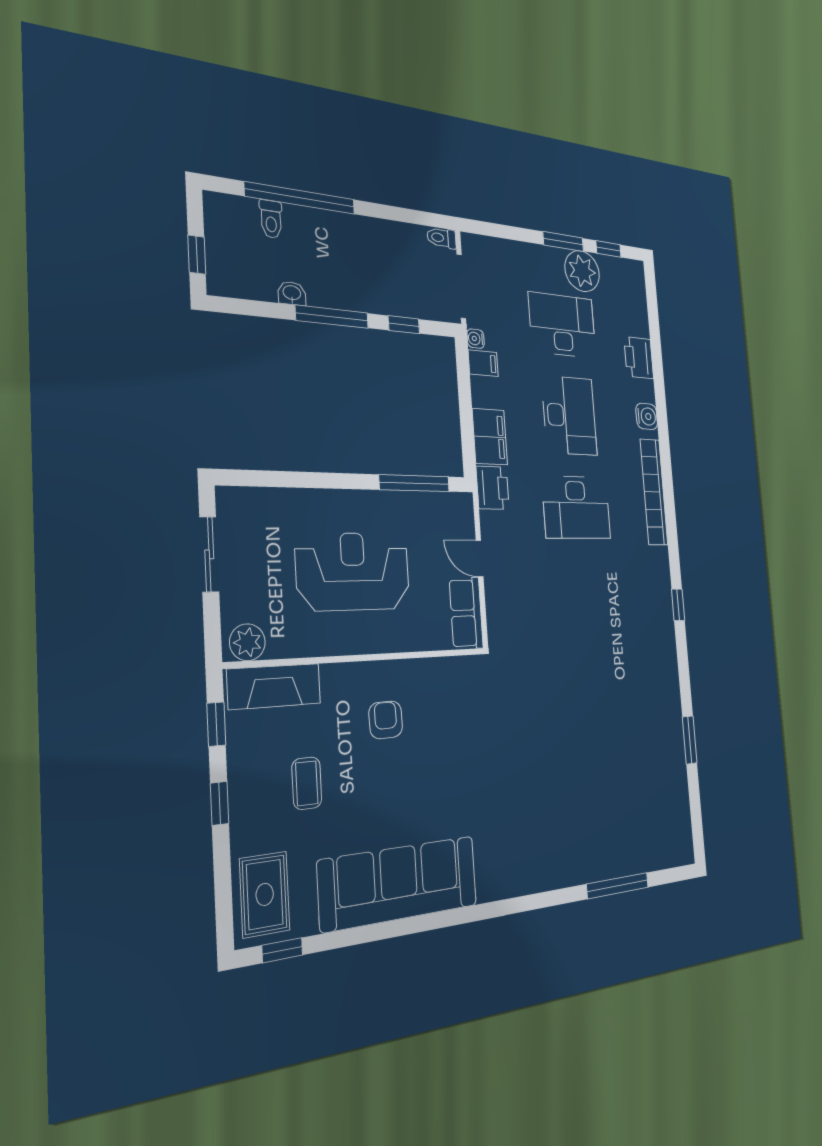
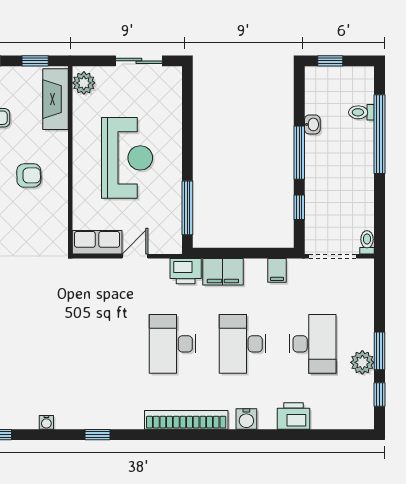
plant: (582, 271) -> (362, 362), width x0.73, depth x0.73
water cooler: (476, 339) -> (46, 422), moved, turned 180
desk: (569, 416) -> (243, 344), turned 90

